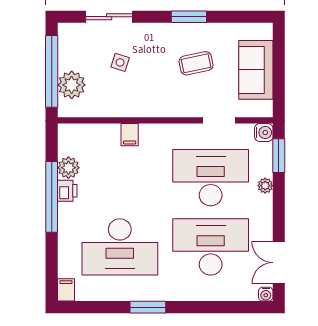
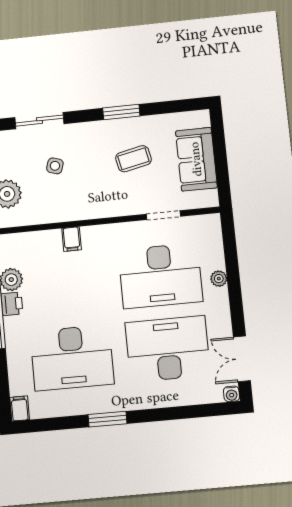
water cooler: (264, 133) -> (211, 223), removed
window: (279, 156) -> (230, 246), removed
desk: (211, 178) -> (160, 276), turned 180

